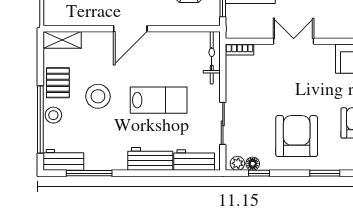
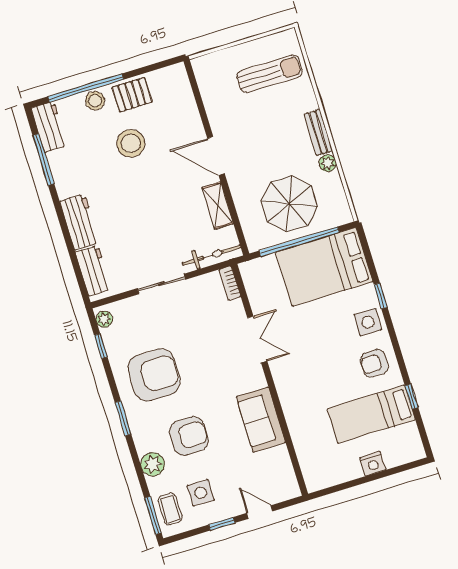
shelving: (62, 40) -> (218, 205), moved
lab bench: (159, 100) -> (147, 211), removed
sliding door: (223, 123) -> (161, 284), moved
floor lamp: (253, 164) -> (109, 336), removed

